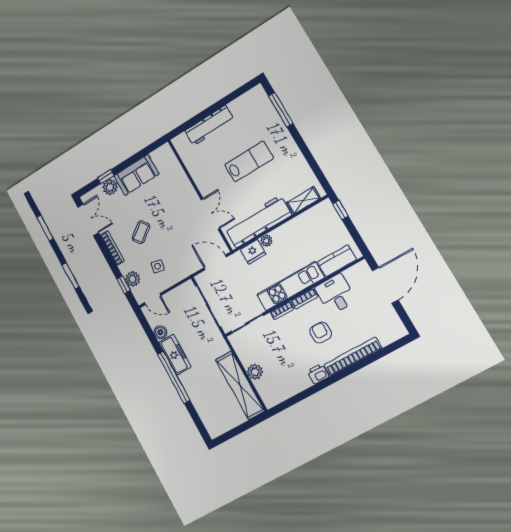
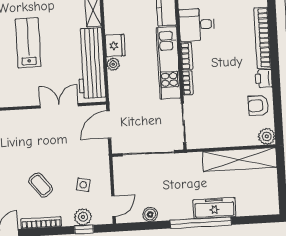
fridge: (253, 252) -> (115, 46), moved
armchair: (321, 333) -> (258, 106), moved
freezer: (175, 355) -> (214, 208), moved
plant: (255, 372) -> (267, 136), moved

